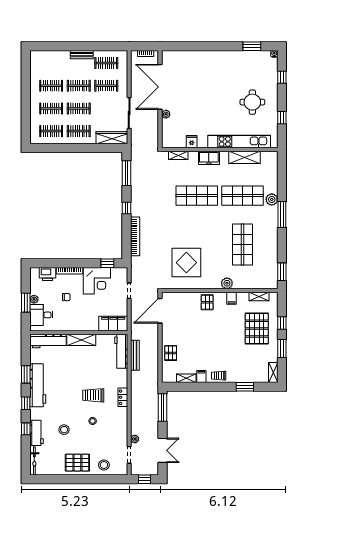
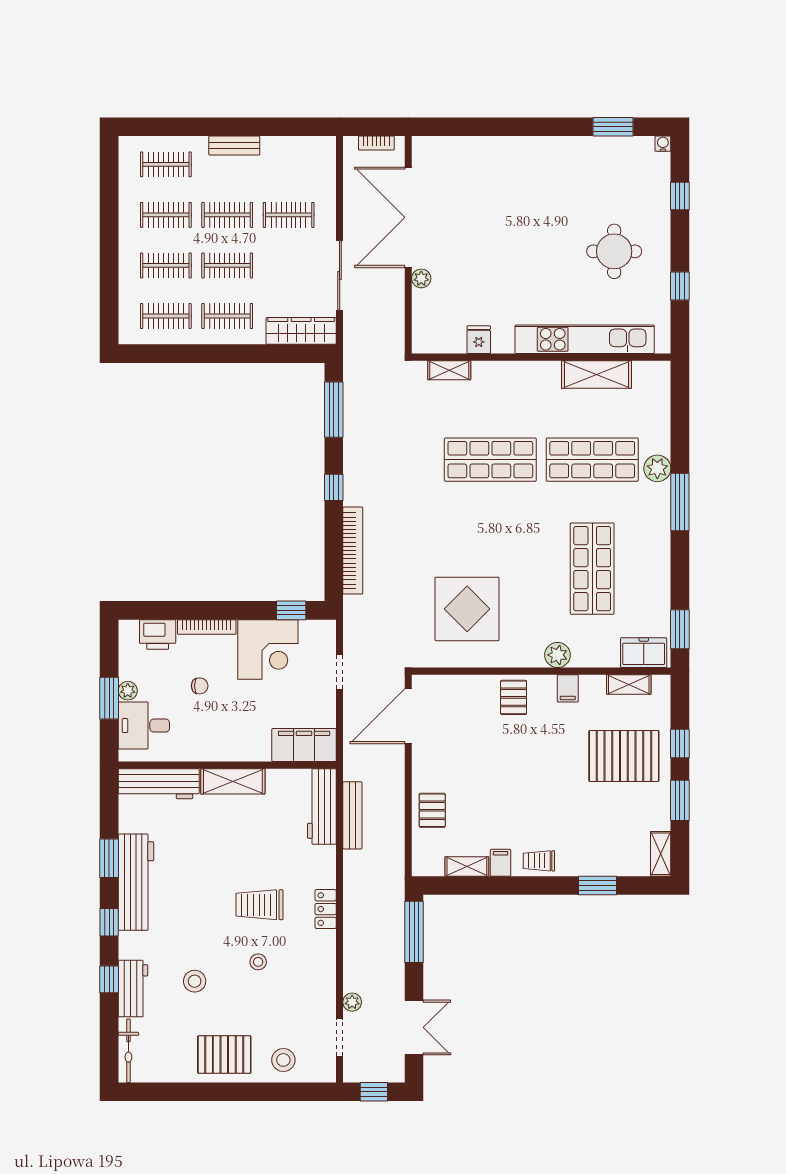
clothes rail: (106, 63) -> (166, 164), moved
freezer: (209, 158) -> (644, 653), moved, turned 180
pallet: (257, 329) -> (624, 756), turned 90

